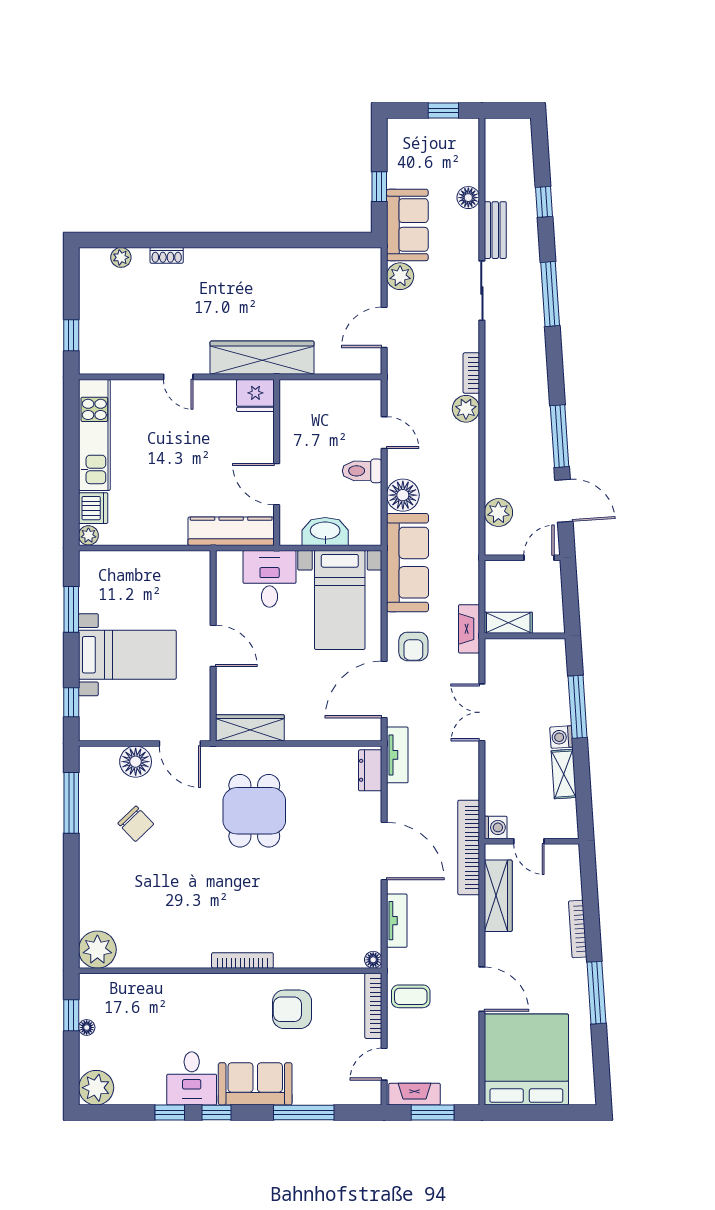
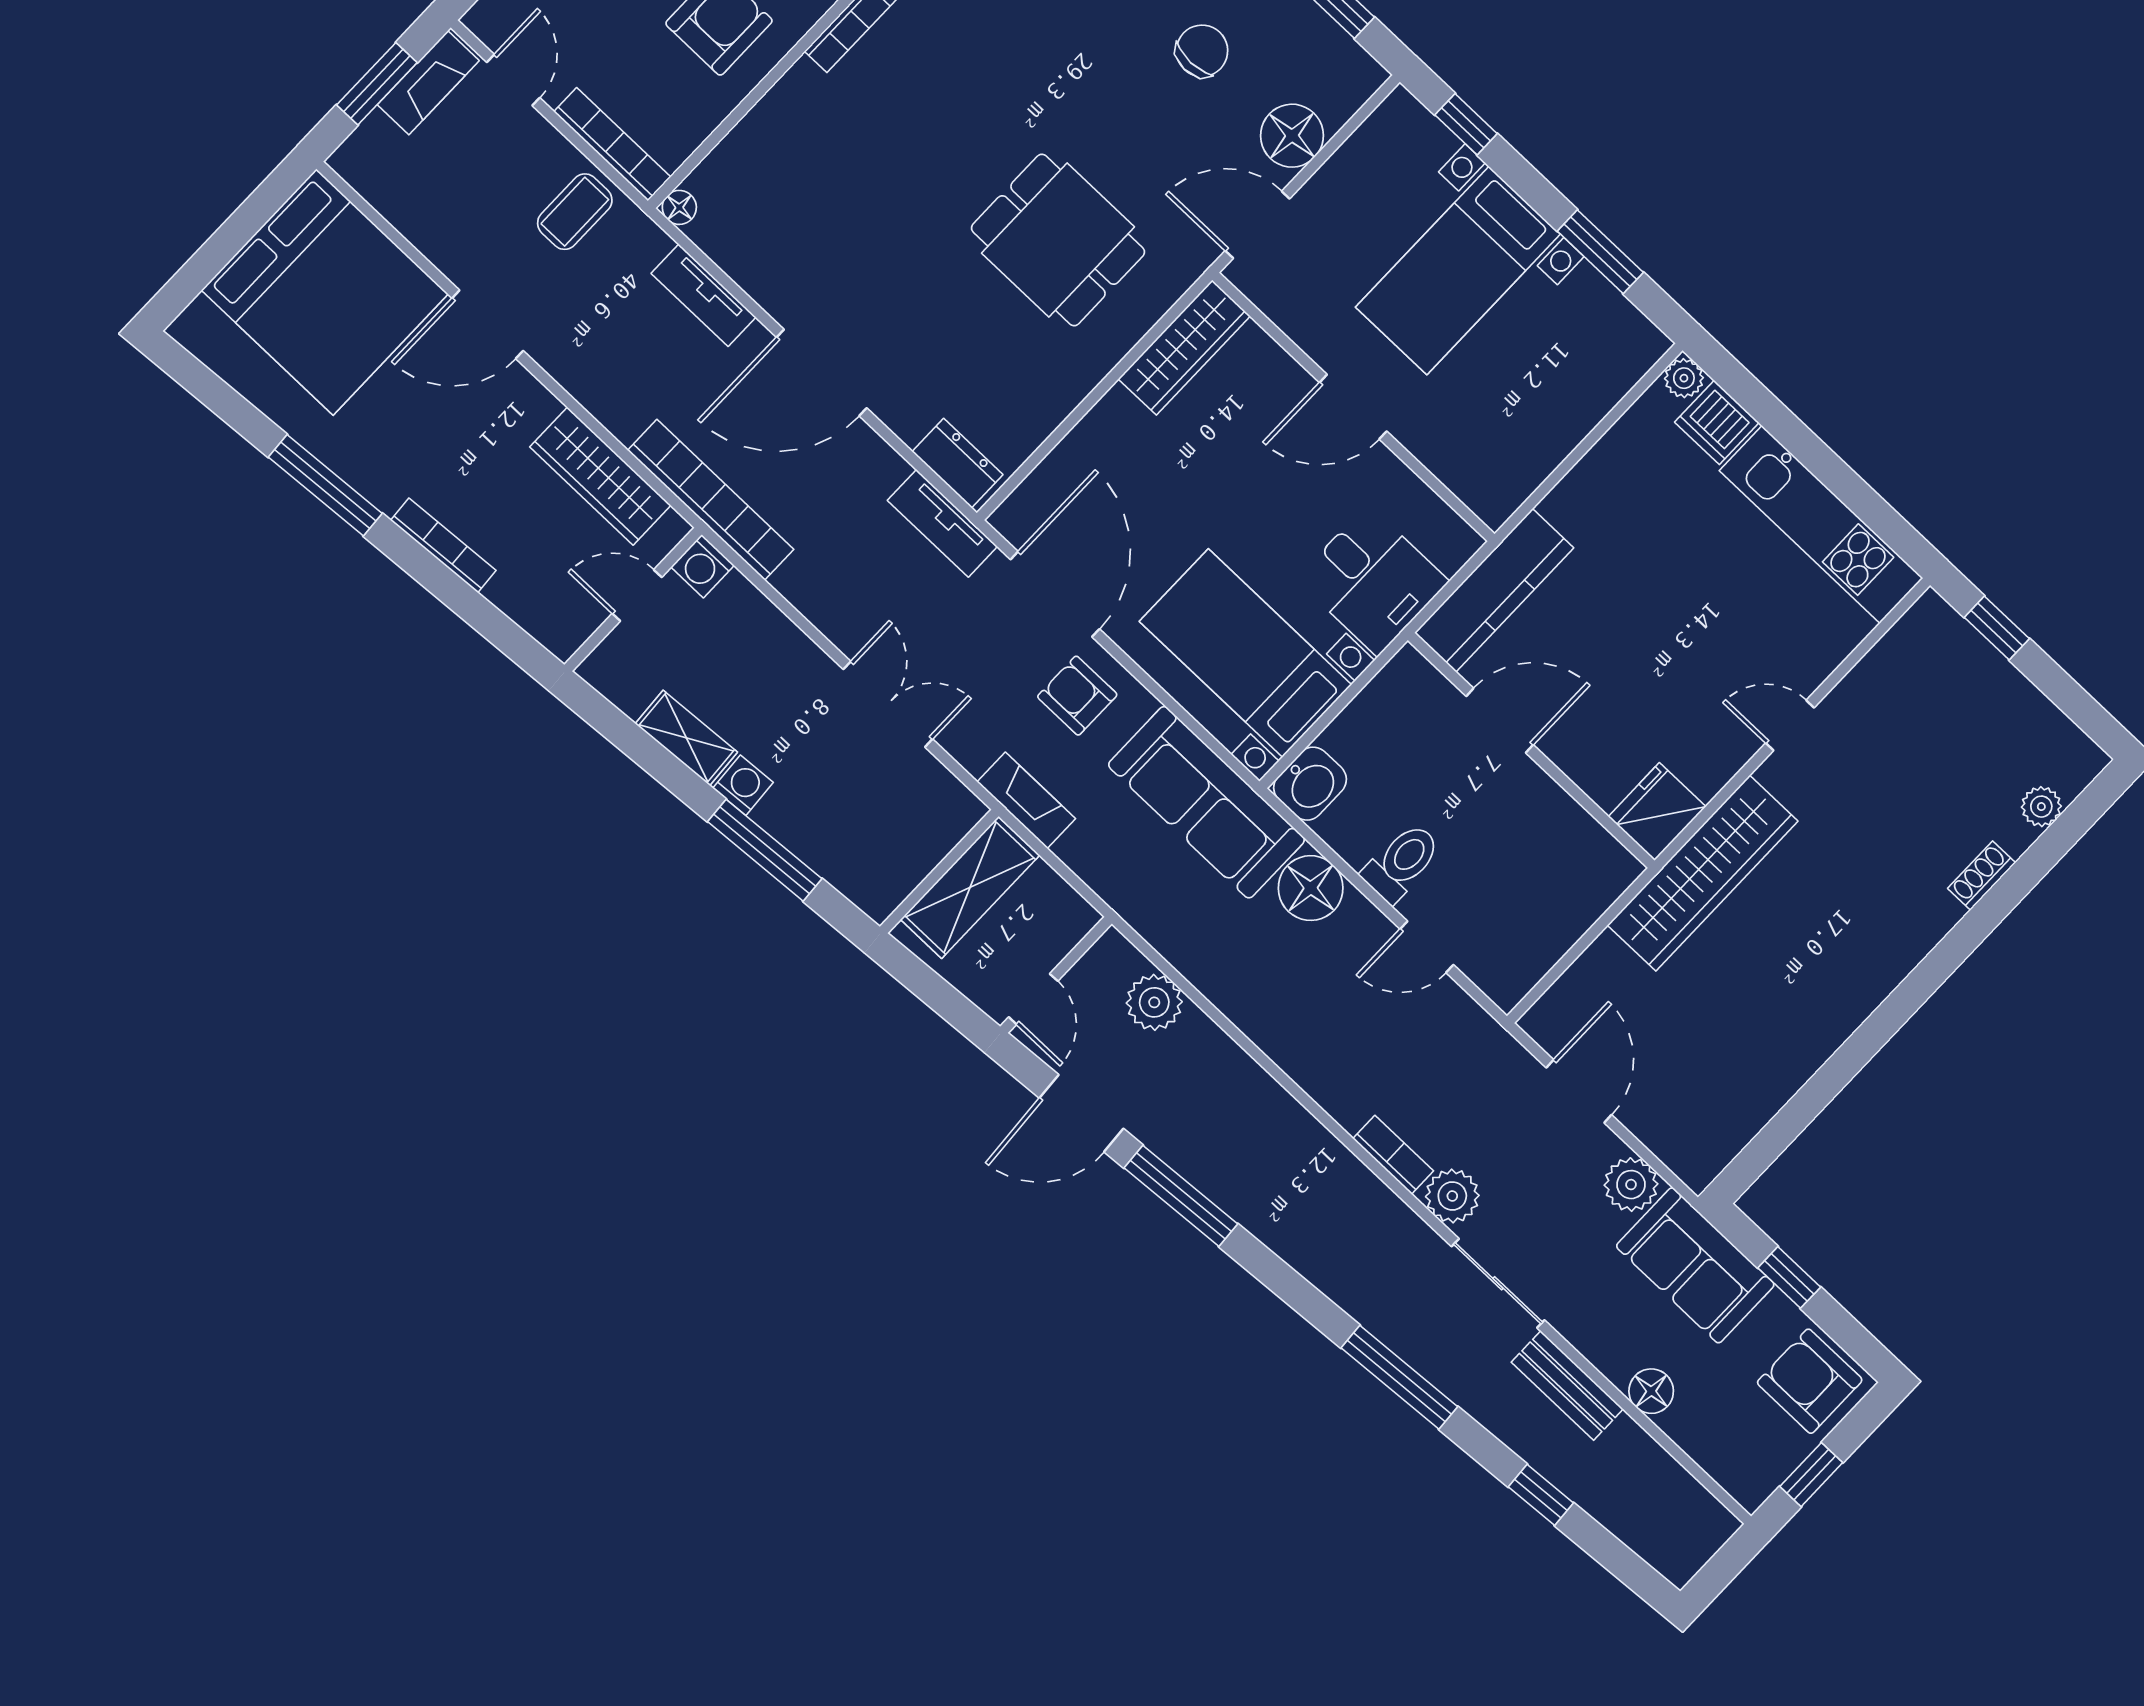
armchair: (410, 143) -> (1810, 1381), added
plant: (466, 409) -> (1452, 1196), moved
washbasin: (325, 531) -> (1310, 784), moved, width x0.72
shelving: (508, 623) -> (970, 887), width x1.50, depth x1.33
chair: (136, 824) -> (1202, 51), turned 134

